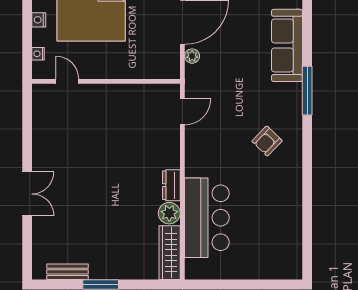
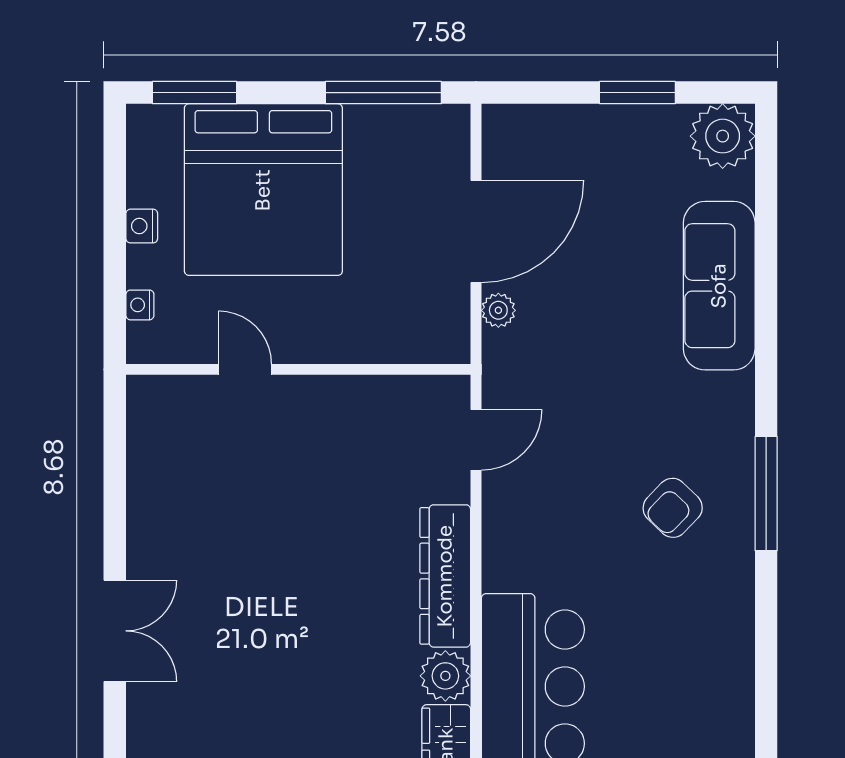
door: (67, 81) -> (245, 369), moved
window: (307, 91) -> (766, 494), moved
dresser: (171, 185) -> (445, 576), width x1.96, depth x1.24

